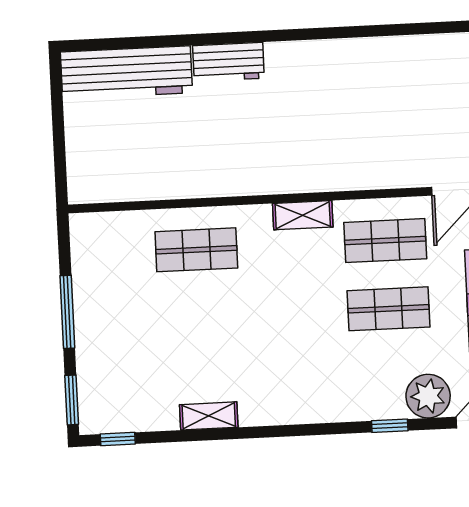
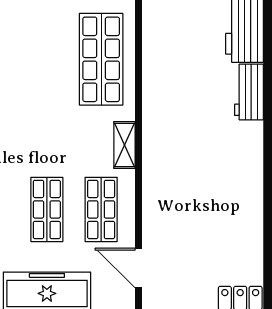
shop shelf: (196, 250) -> (101, 59), width x1.43, depth x1.36

